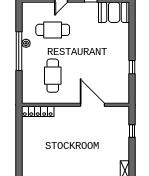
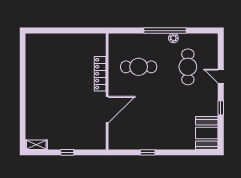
locker: (38, 111) -> (100, 74), moved
window: (132, 131) -> (67, 152), moved

